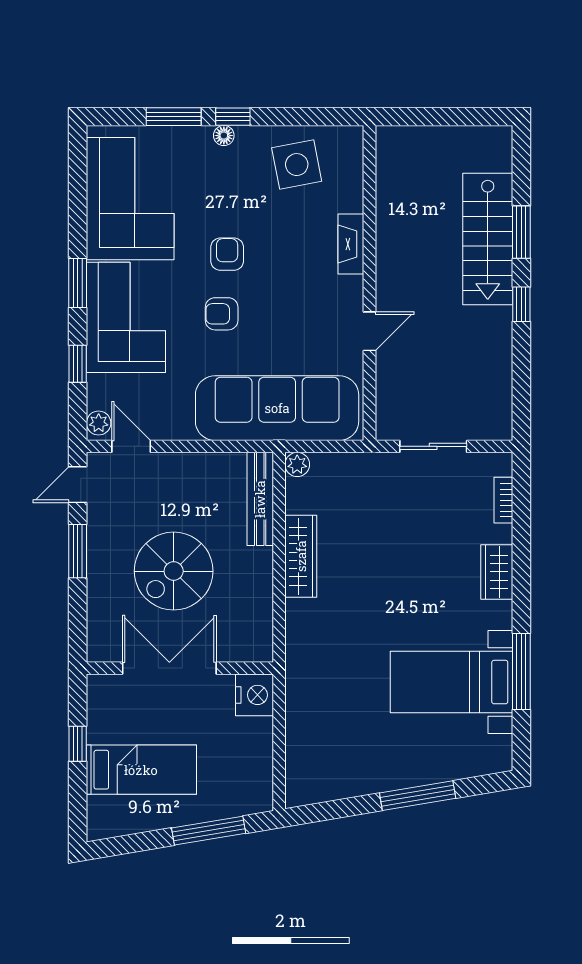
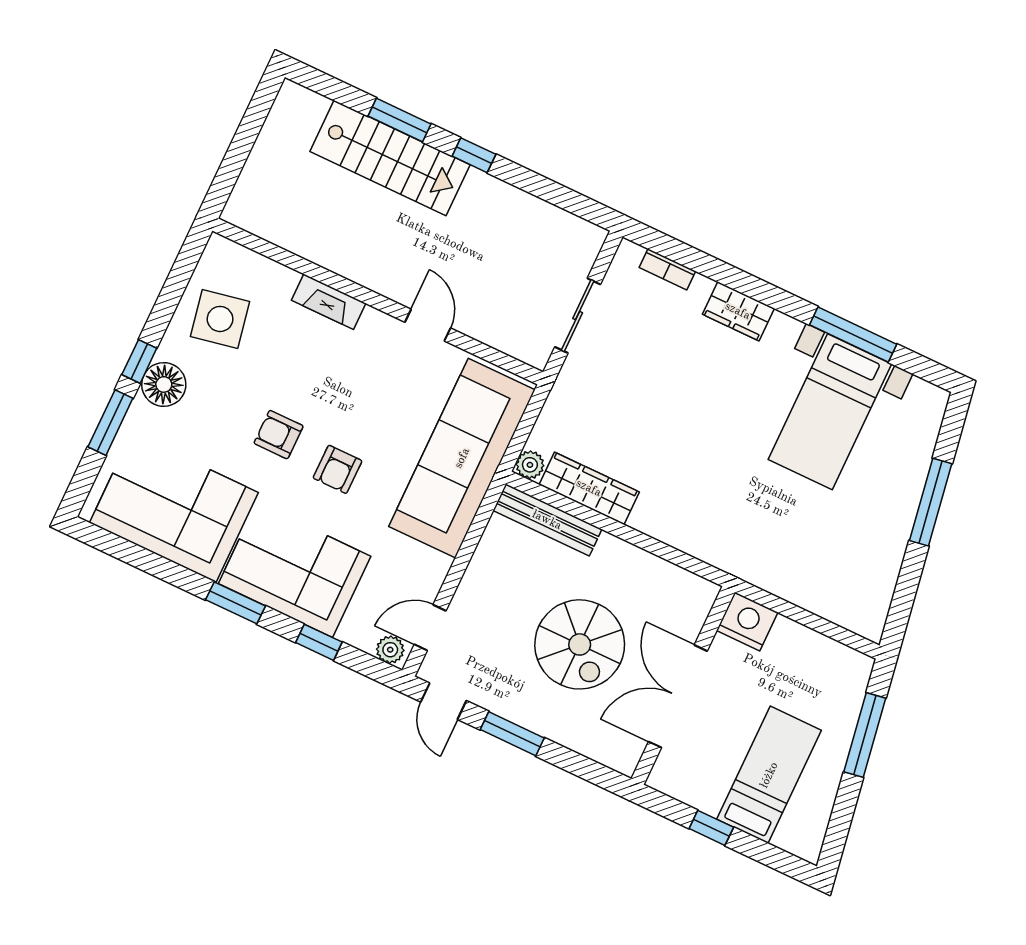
floor lamp: (224, 136) -> (164, 384), width x1.89, depth x1.89
wardrobe: (301, 556) -> (589, 488), moved

